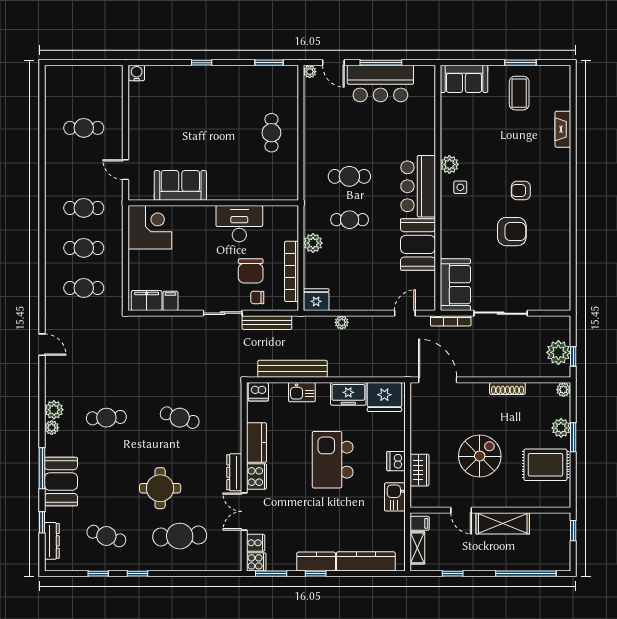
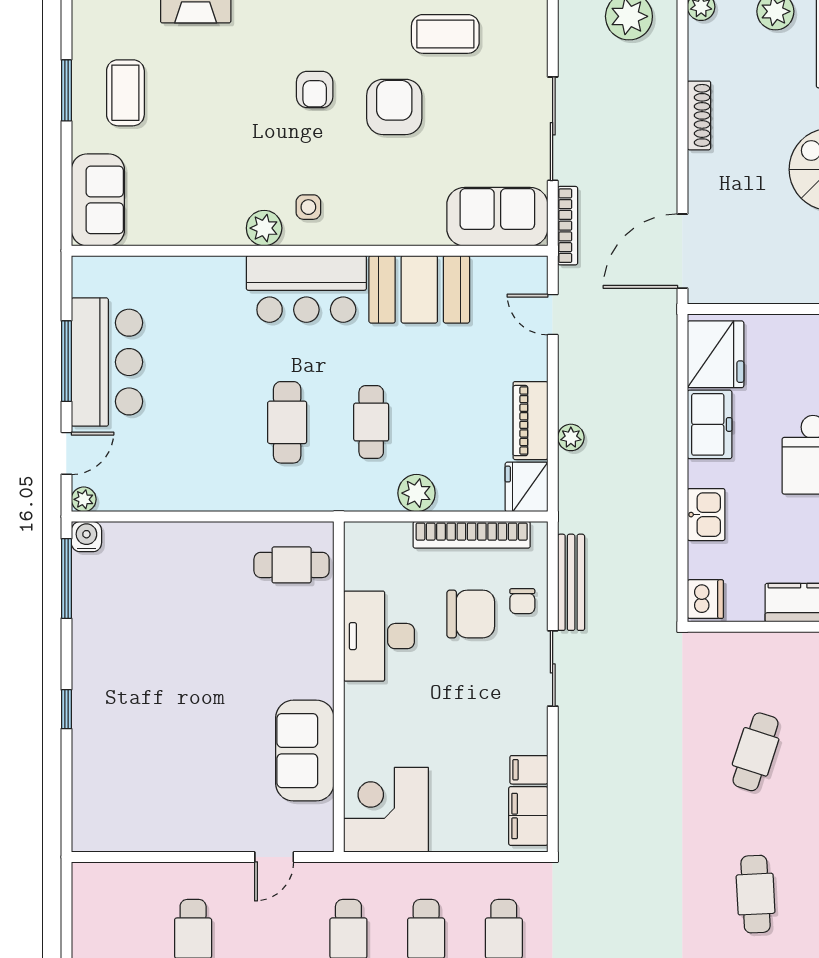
window: (269, 63) -> (66, 578), width x1.44
water cooler: (137, 73) -> (86, 537), moved, turned 90
coffee table: (519, 93) -> (125, 93), turned 90
cafe table: (271, 133) -> (292, 565), moved
coffee table: (549, 258) -> (445, 34), added
piano: (350, 302) -> (530, 421), added
bench: (292, 369) -> (661, 533), removed

